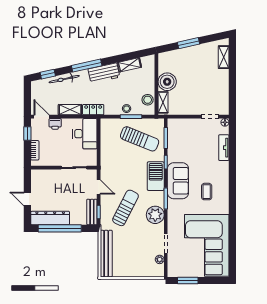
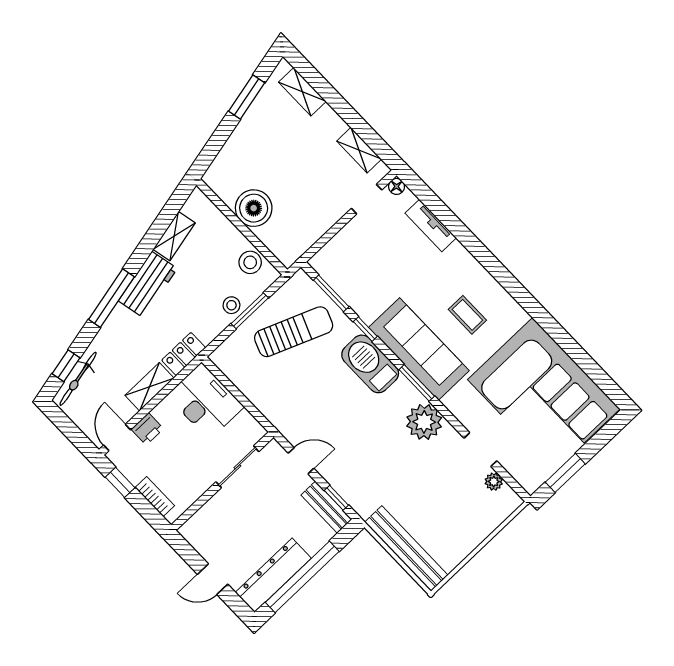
window: (189, 43) -> (247, 97), moved
bicycle: (64, 79) -> (78, 379), moved
shelving: (163, 102) -> (359, 150), moved
door: (41, 117) -> (117, 438), hinge flipped
sofa: (178, 181) -> (419, 349), width x1.36
sun lounger: (126, 208) -> (370, 454), removed

